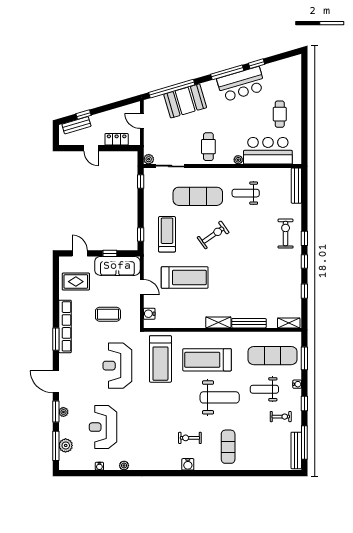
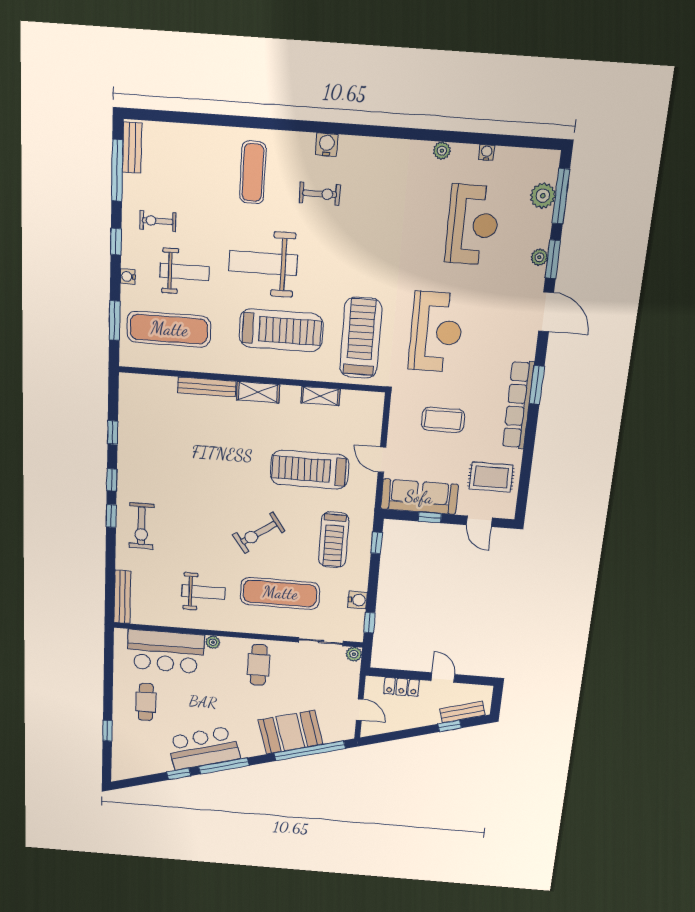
window: (304, 91) -> (107, 731), added
water cooler: (149, 314) -> (358, 600), moved
shelving: (289, 323) -> (320, 396), moved
bench: (296, 450) -> (132, 148), width x0.73

